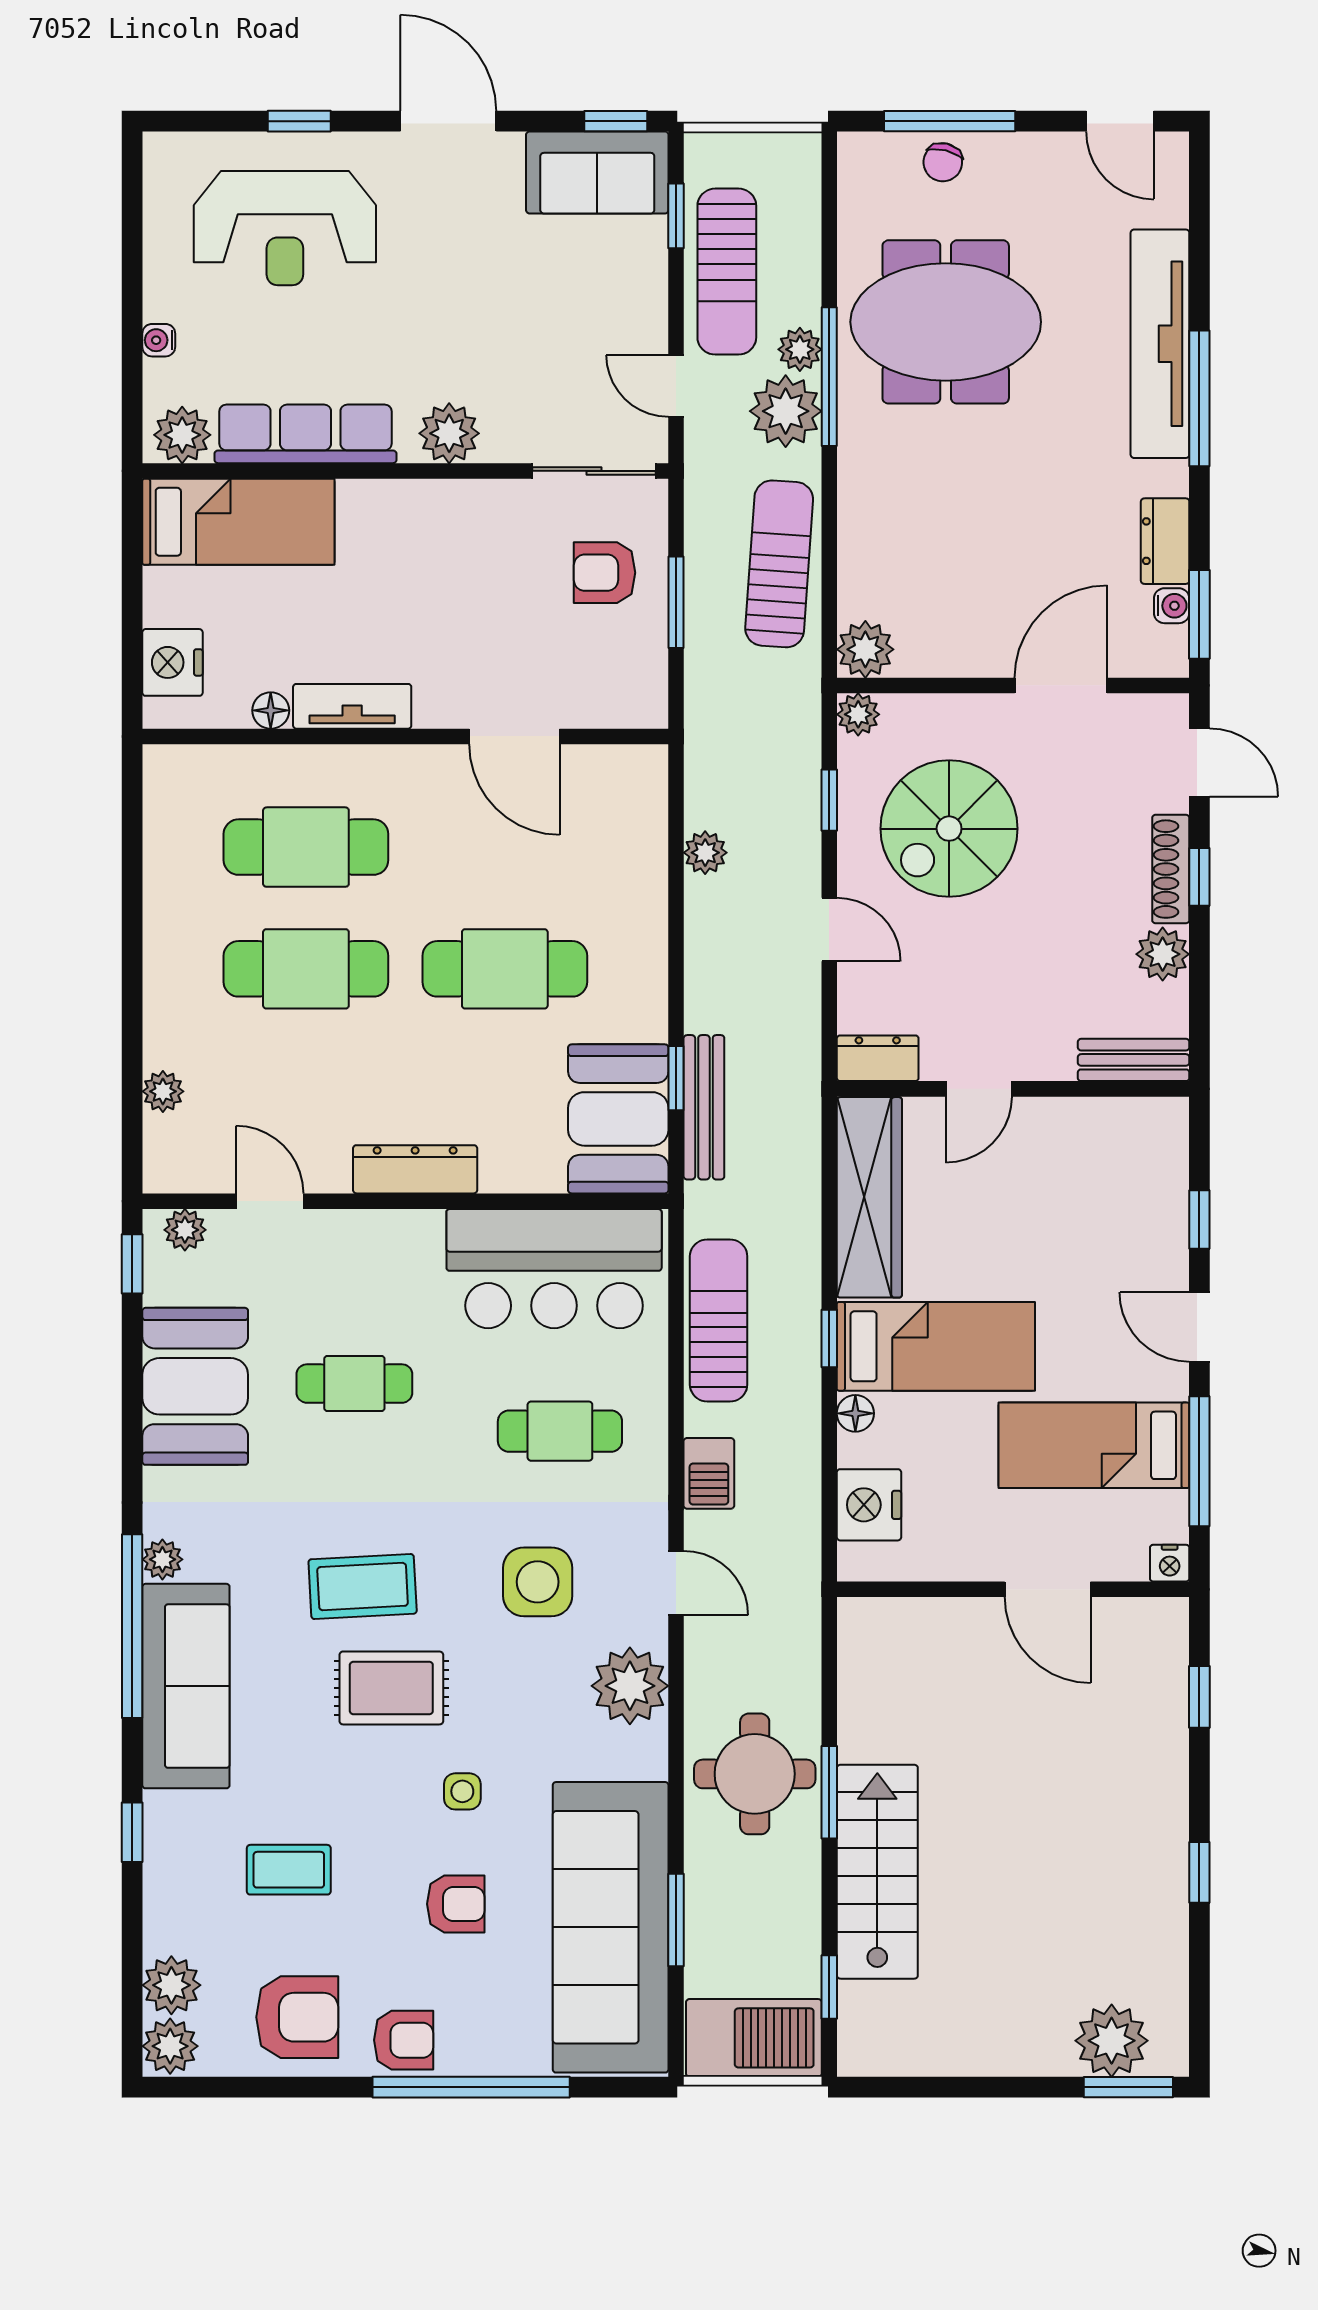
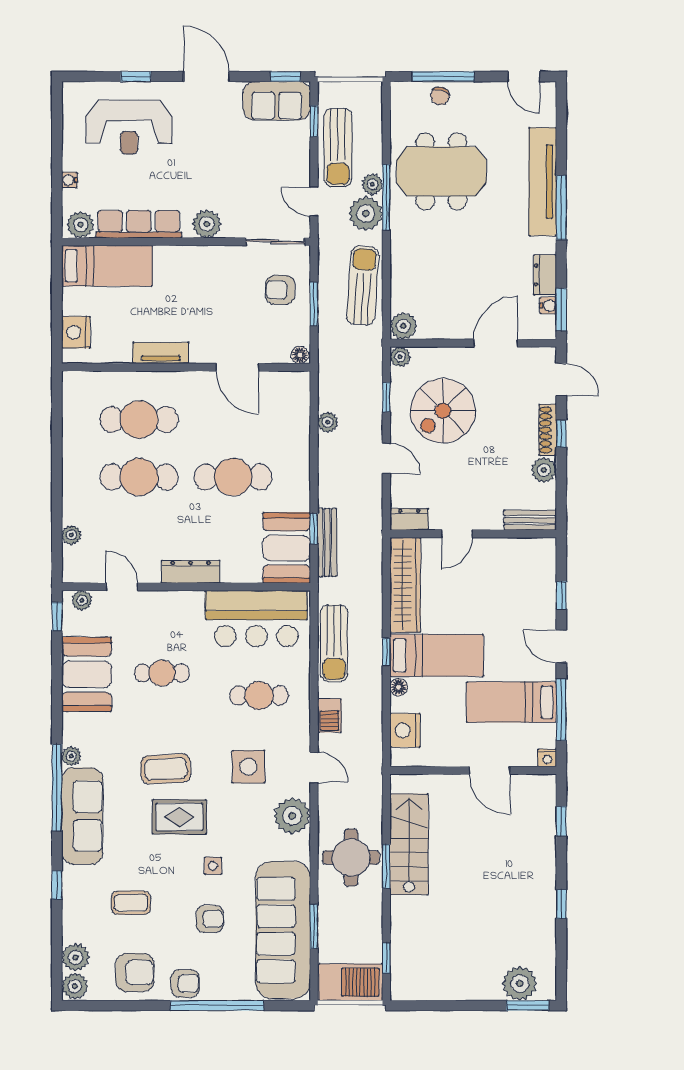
floor lamp: (271, 710) -> (300, 355), moved
sun lounger: (719, 1320) -> (334, 643), turned 180
stairs: (877, 1872) -> (409, 844), moved

